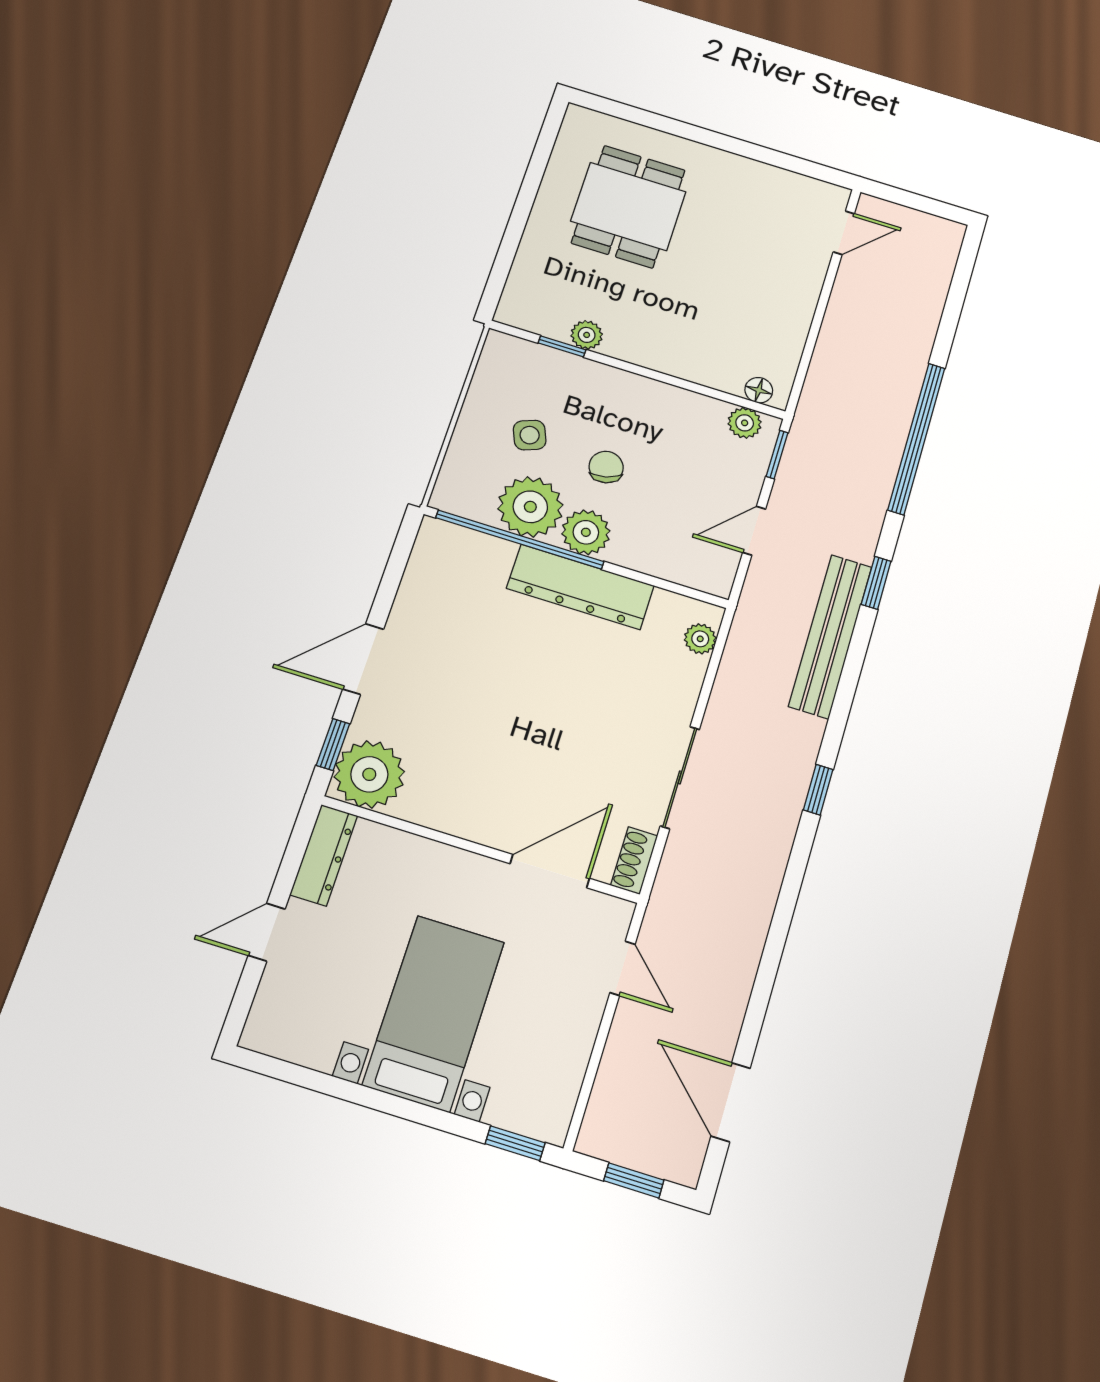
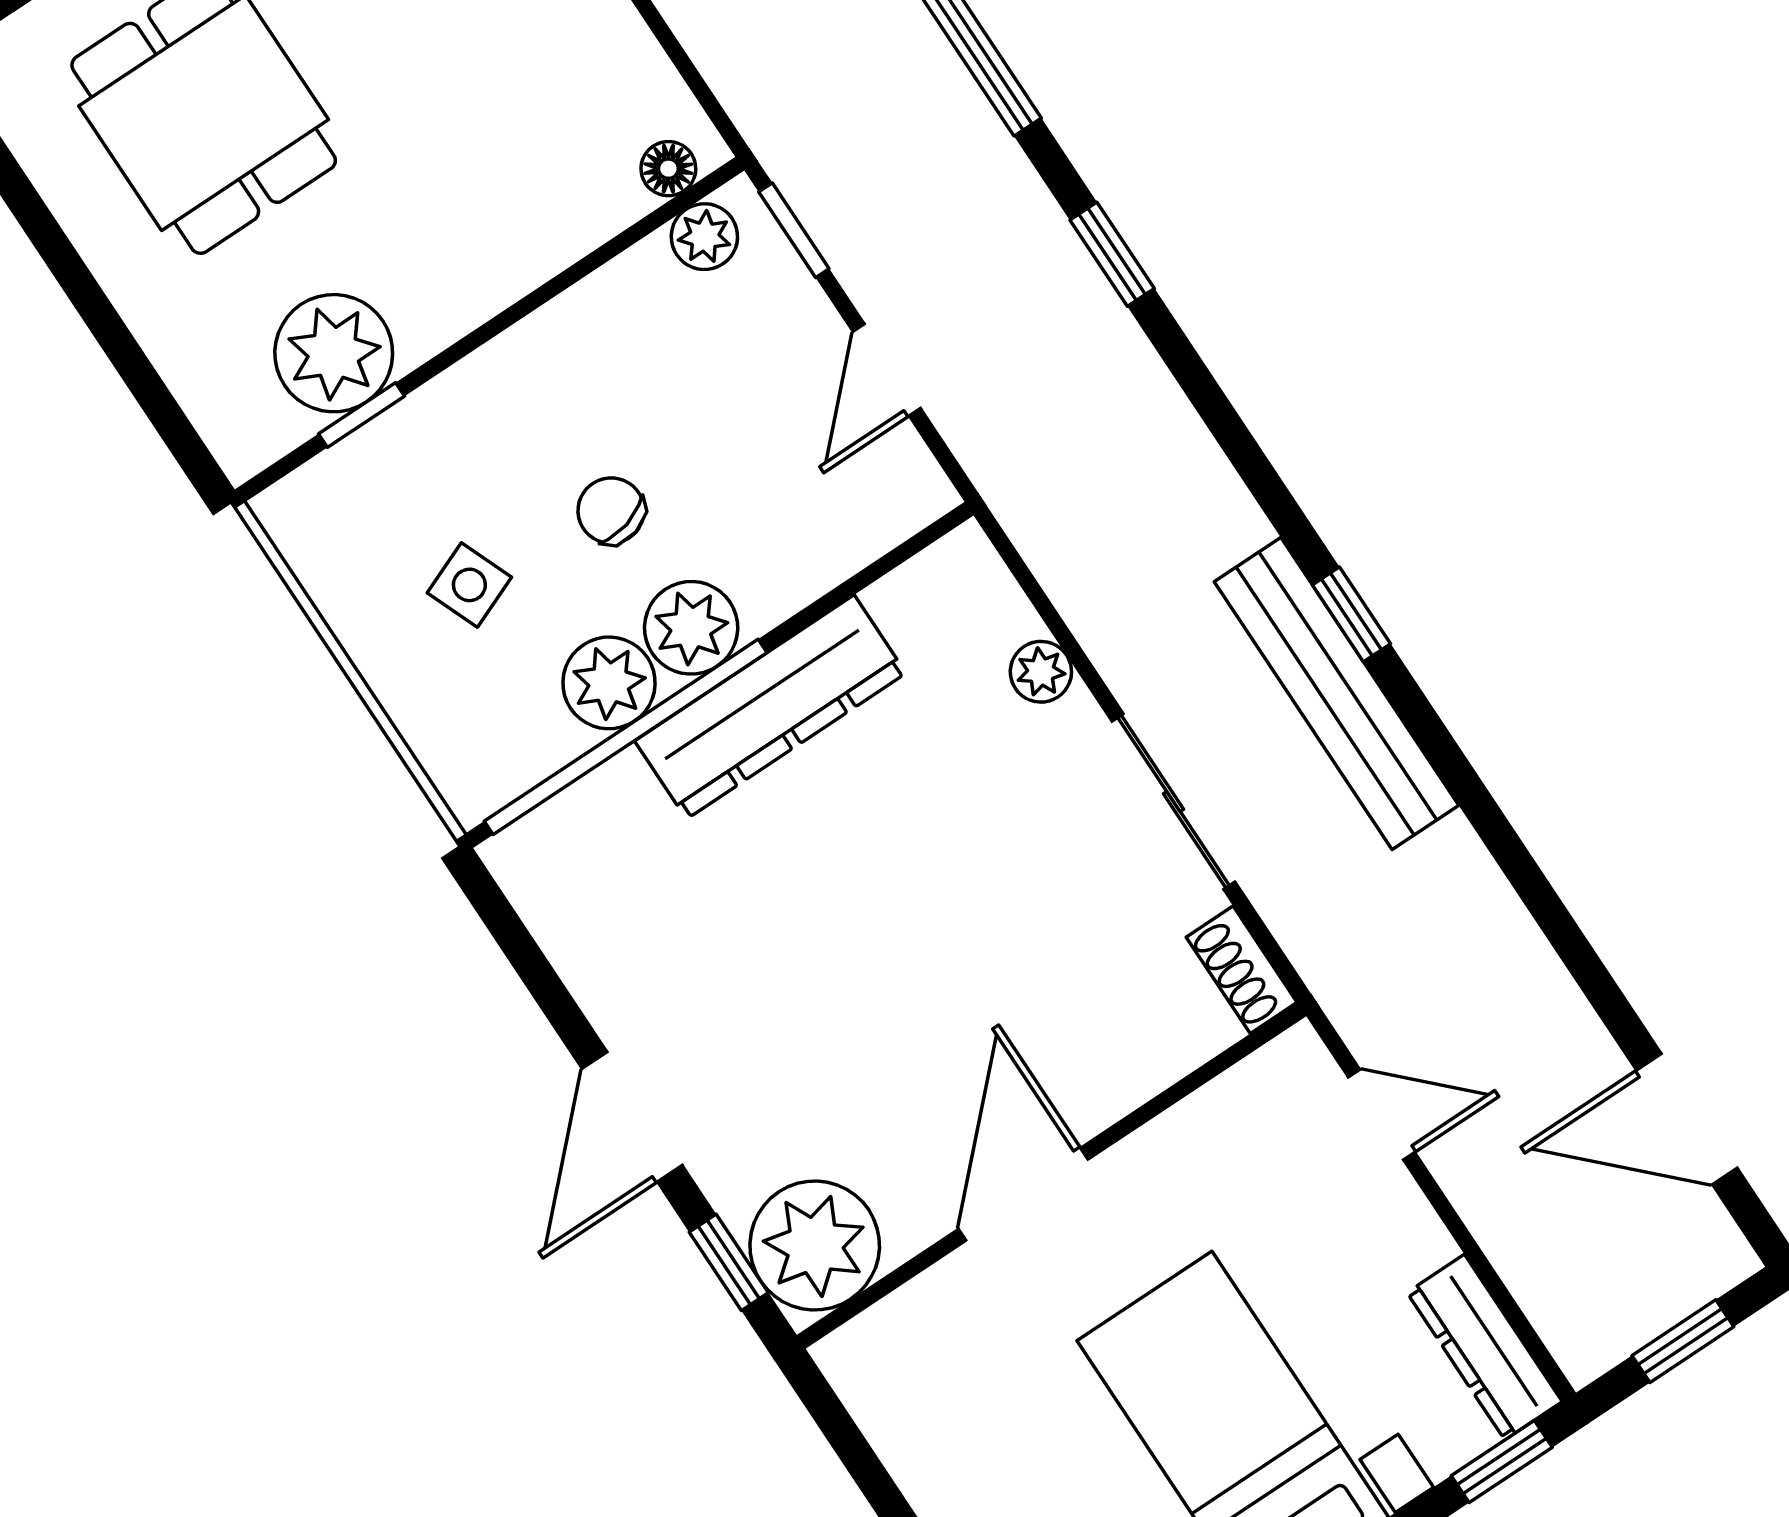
plant: (587, 335) -> (334, 353), width x1.88, depth x1.88
plant: (530, 507) -> (609, 683), width x0.73, depth x0.73
bench: (830, 636) -> (1337, 694), moved
plant: (700, 639) -> (1041, 672), moved
dresser: (324, 855) -> (1485, 1347), moved, turned 180
door: (550, 871) -> (1023, 1194), moved

